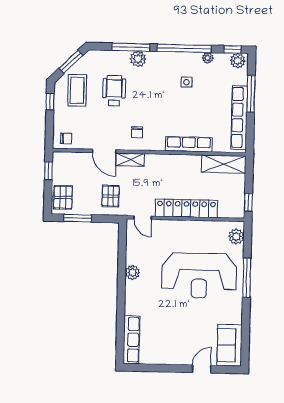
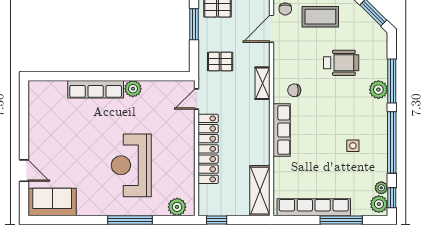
plant: (208, 58) -> (381, 188), moved
coffee table: (77, 90) -> (320, 17), moved
row of seats: (189, 144) -> (282, 130), moved
door: (104, 151) -> (272, 29), moved
reception desk: (199, 276) -> (131, 165), width x0.74, depth x0.77
row of seats: (131, 340) -> (96, 89), moved

